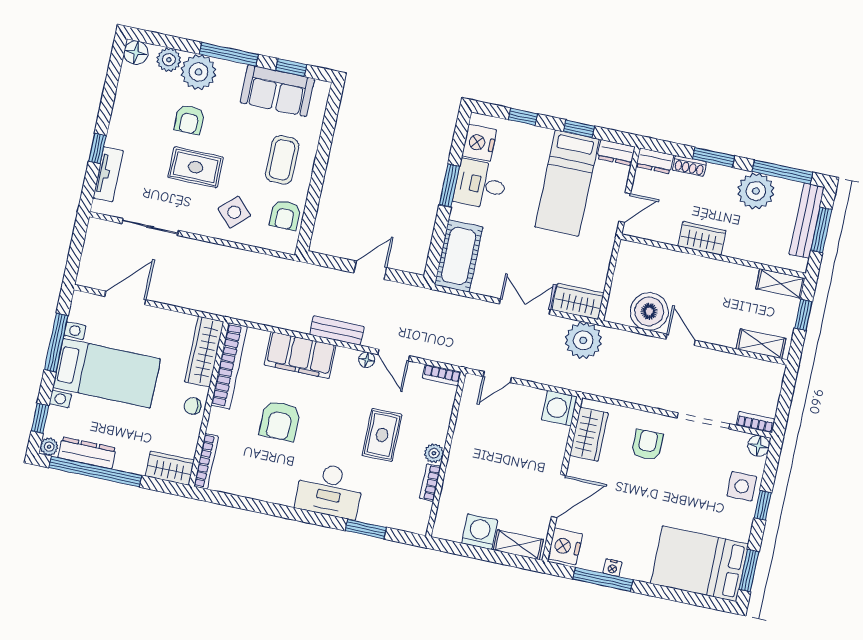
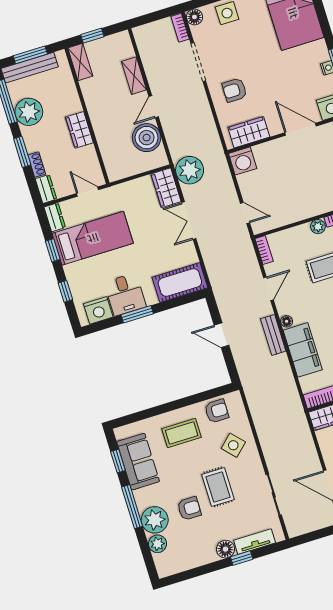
floor lamp: (136, 53) -> (225, 549), moved
shelving: (761, 344) -> (134, 76), moved
floor lamp: (367, 360) -> (287, 321), moved

